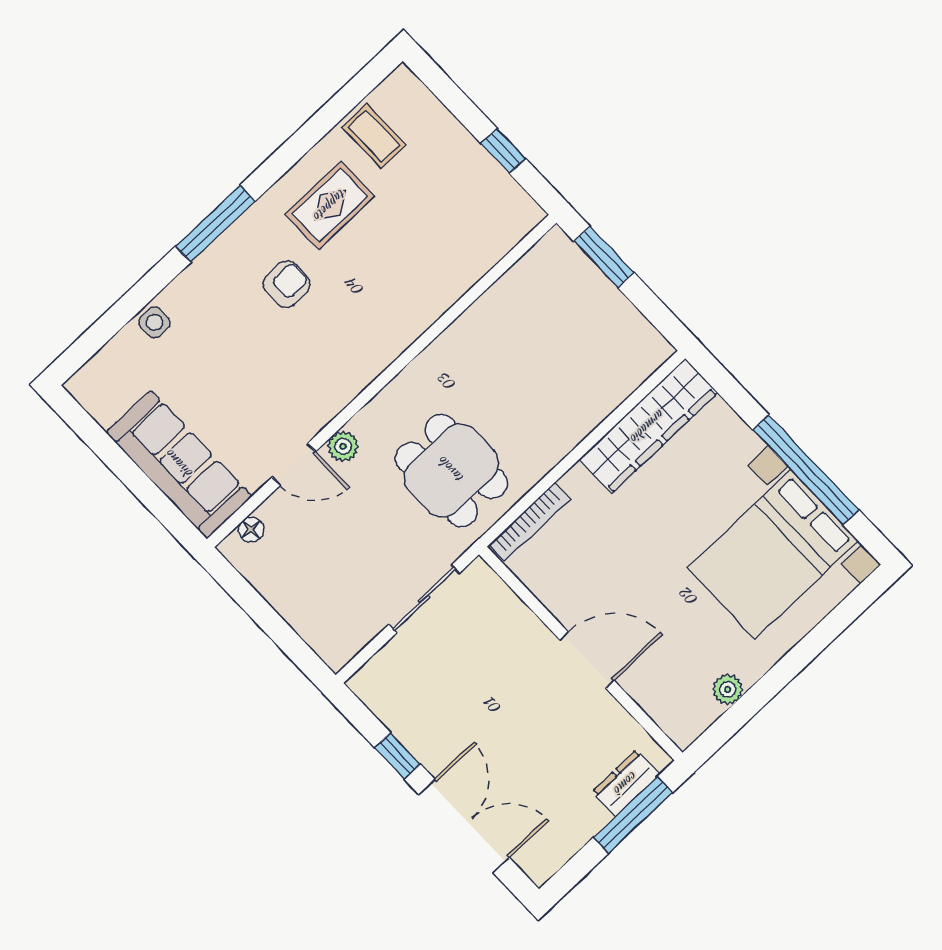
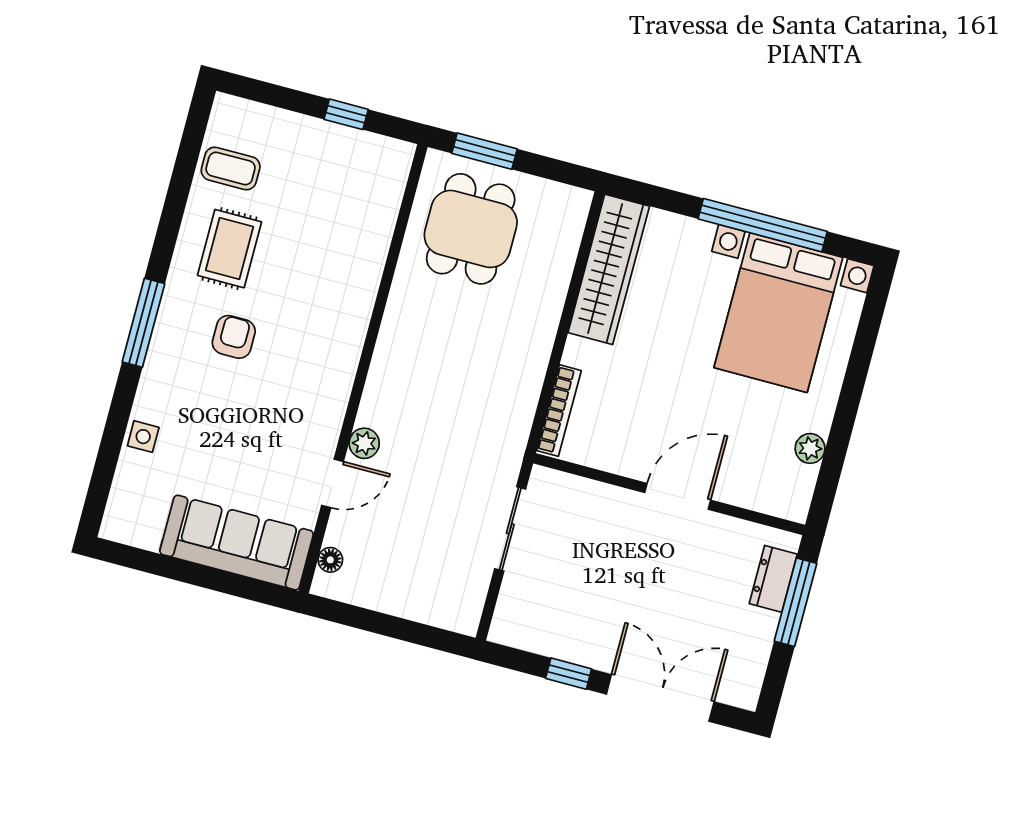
dining table: (451, 470) -> (471, 229), moved, turned 90

